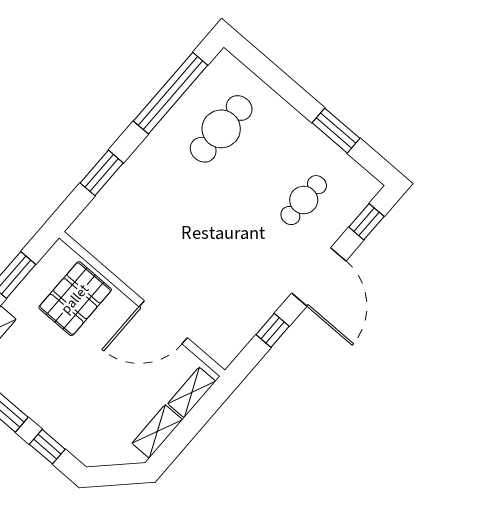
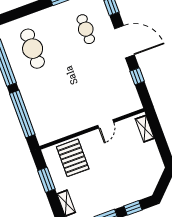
window: (102, 173) -> (22, 114), width x2.11
door: (163, 322) -> (106, 124), width x0.53
shelving: (157, 431) -> (154, 154), removed

